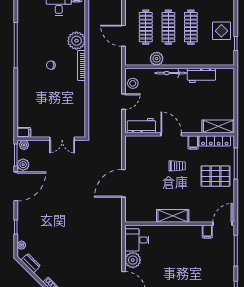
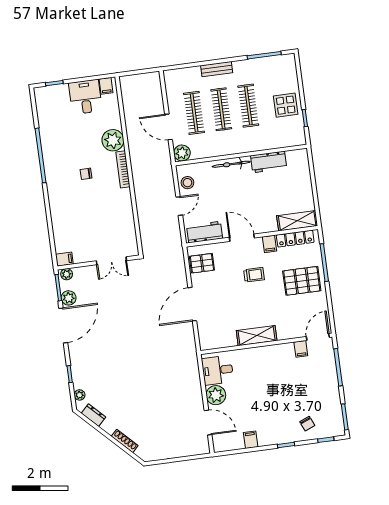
plant: (157, 59) -> (182, 153), moved
pallet: (136, 151) -> (202, 263), added

